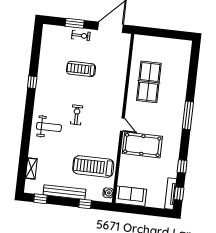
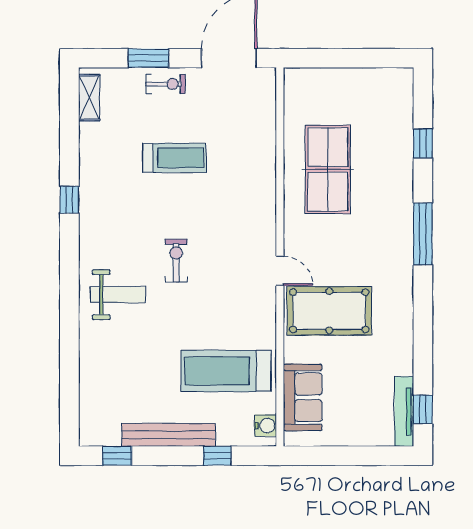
treadmill: (81, 69) -> (174, 158), turned 180
window: (182, 166) -> (423, 143), moved
shelving: (31, 169) -> (89, 98), moved
sofa: (131, 196) -> (303, 397), moved, turned 90

